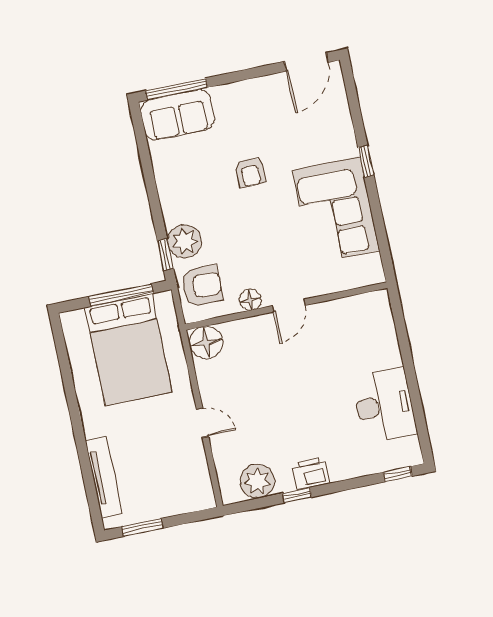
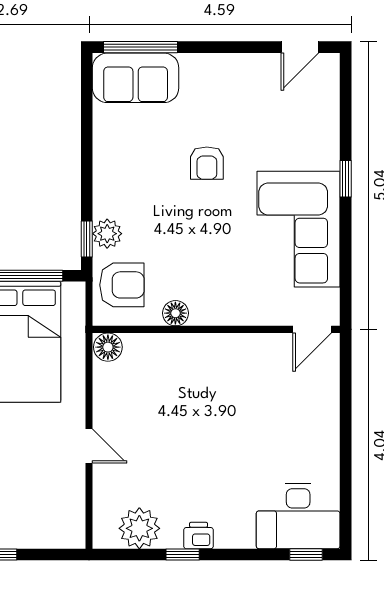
door: (306, 62) -> (300, 47), width x0.73
plant: (185, 241) -> (107, 234), width x0.73, depth x0.73
door: (289, 306) -> (312, 329), moved
floor lamp: (206, 342) -> (108, 347), width x0.73, depth x0.73
desk: (384, 405) -> (298, 516), moved, turned 90
printer: (311, 473) -> (199, 535), width x0.73, depth x0.81

